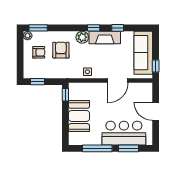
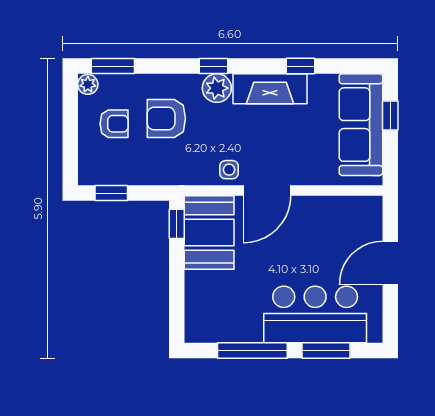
window: (94, 28) -> (213, 66), moved
armchair: (61, 50) -> (166, 119), turned -90
window: (156, 66) -> (390, 116), moved
door: (118, 81) -> (267, 190), moved
door: (156, 111) -> (390, 263), hinge flipped
booth: (79, 116) -> (209, 232), moved

